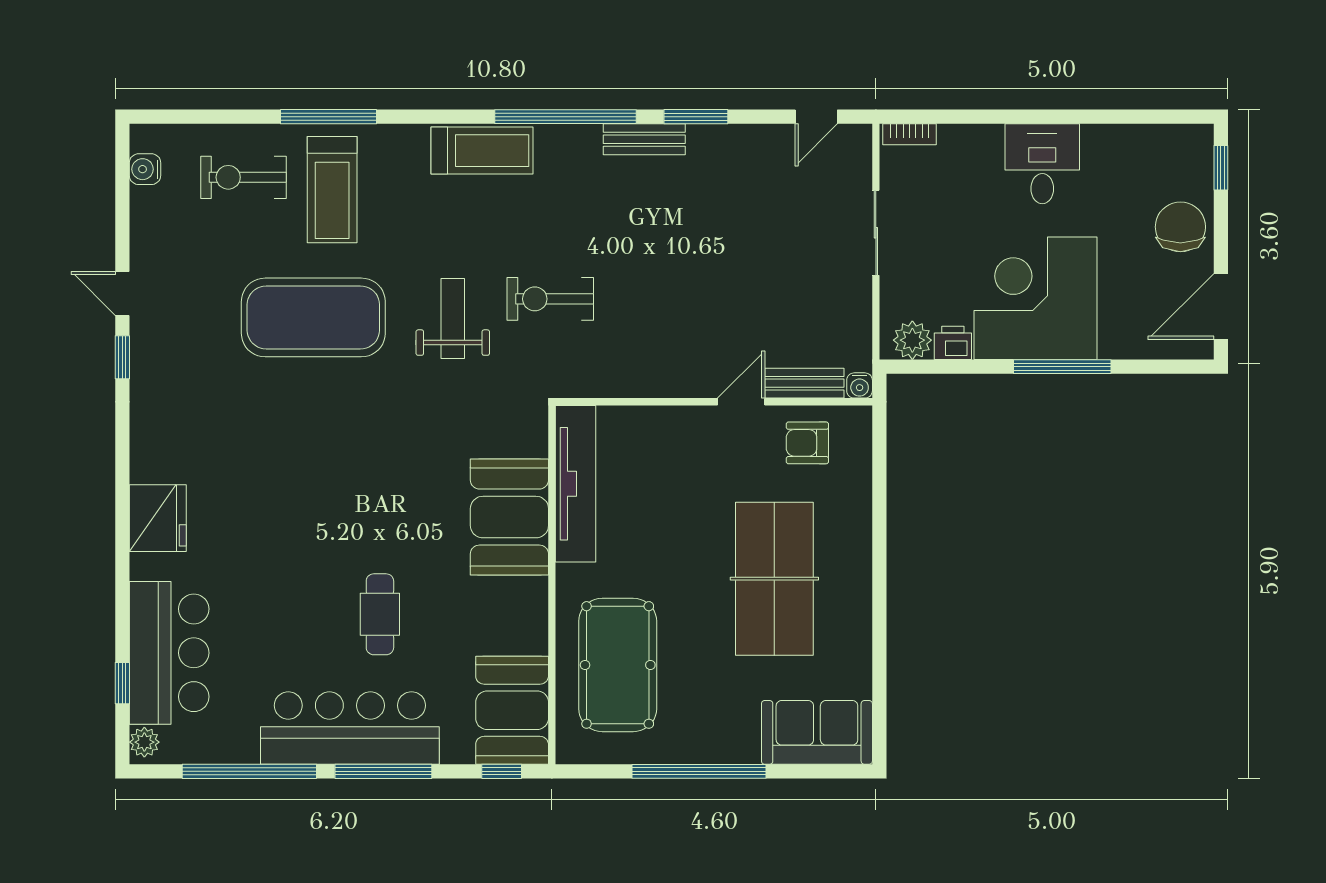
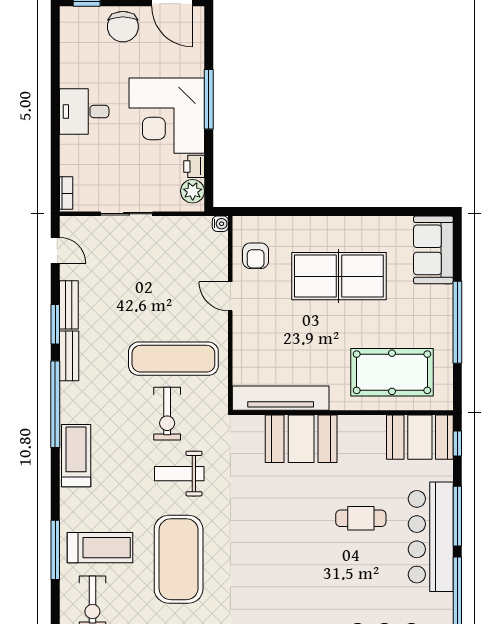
chair: (1180, 227) -> (123, 27), turned -90
exercise mat: (640, 309) -> (173, 359), added
bench: (804, 383) -> (69, 305), moved

